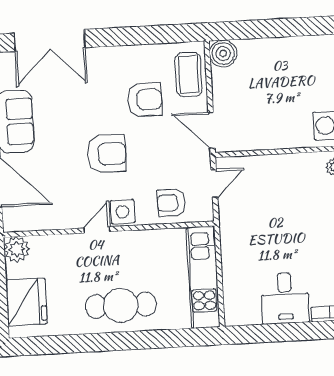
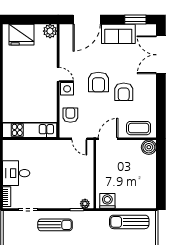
armchair: (145, 100) -> (124, 92), moved
cafe table: (121, 305) -> (17, 85), removed

